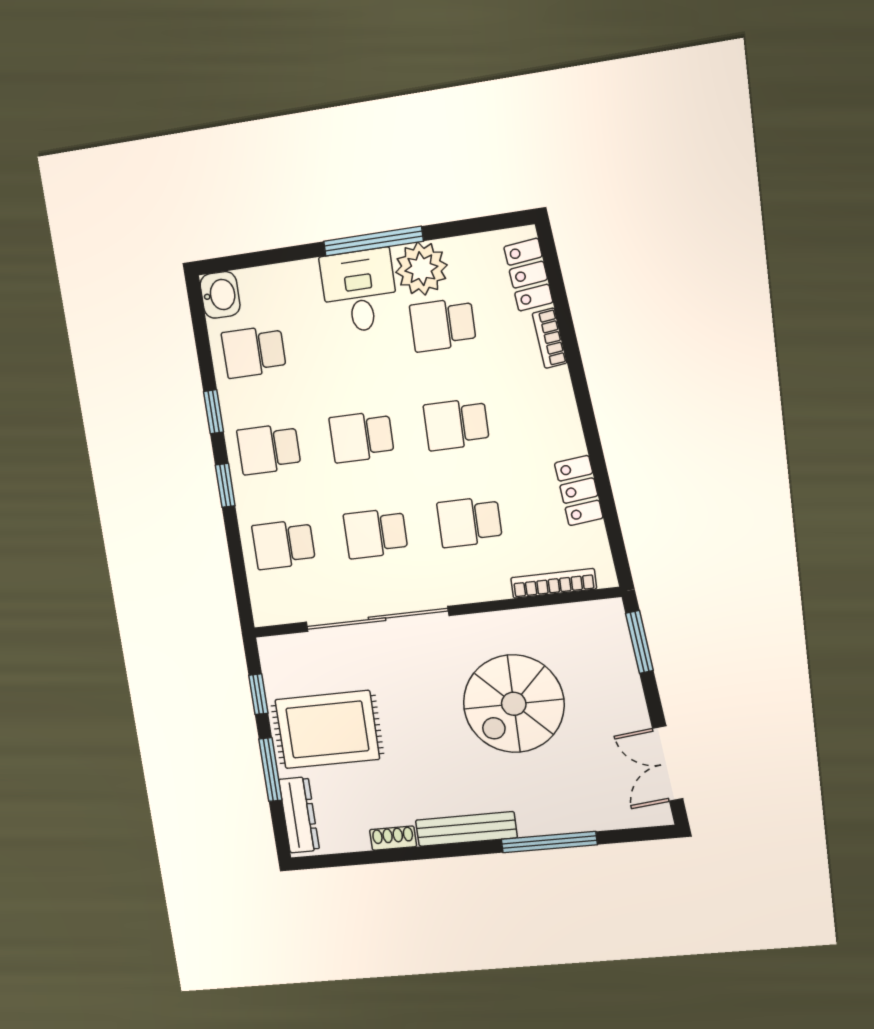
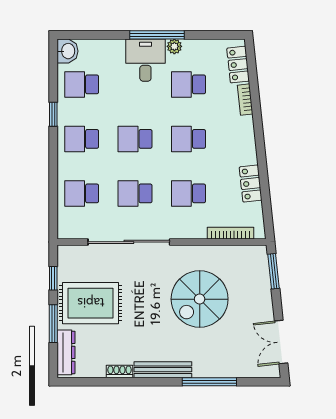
plant: (421, 269) -> (174, 46), width x0.53, depth x0.53
window: (225, 485) -> (53, 156), removed

